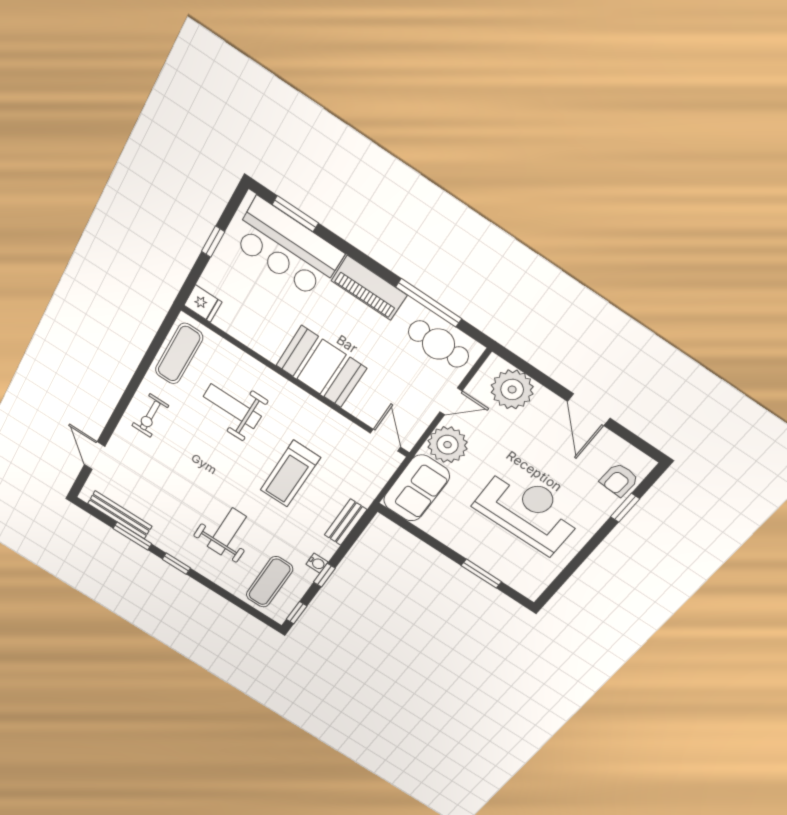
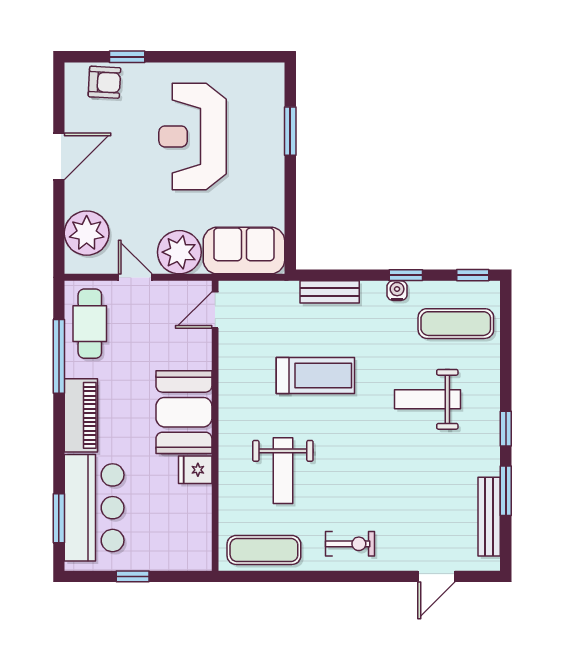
fridge: (203, 304) -> (195, 470), moved, turned -90

